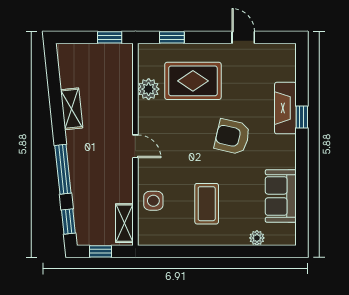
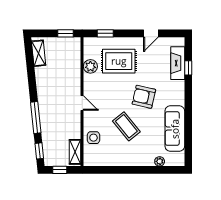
door: (243, 37) -> (151, 33), swing flipped
fireplace: (285, 108) -> (178, 63), moved
shelving: (72, 109) -> (39, 53), moved
window: (302, 117) -> (188, 68), moved
sofa: (281, 196) -> (175, 129), width x1.36
coffee table: (207, 204) -> (126, 126), moved, turned -39

